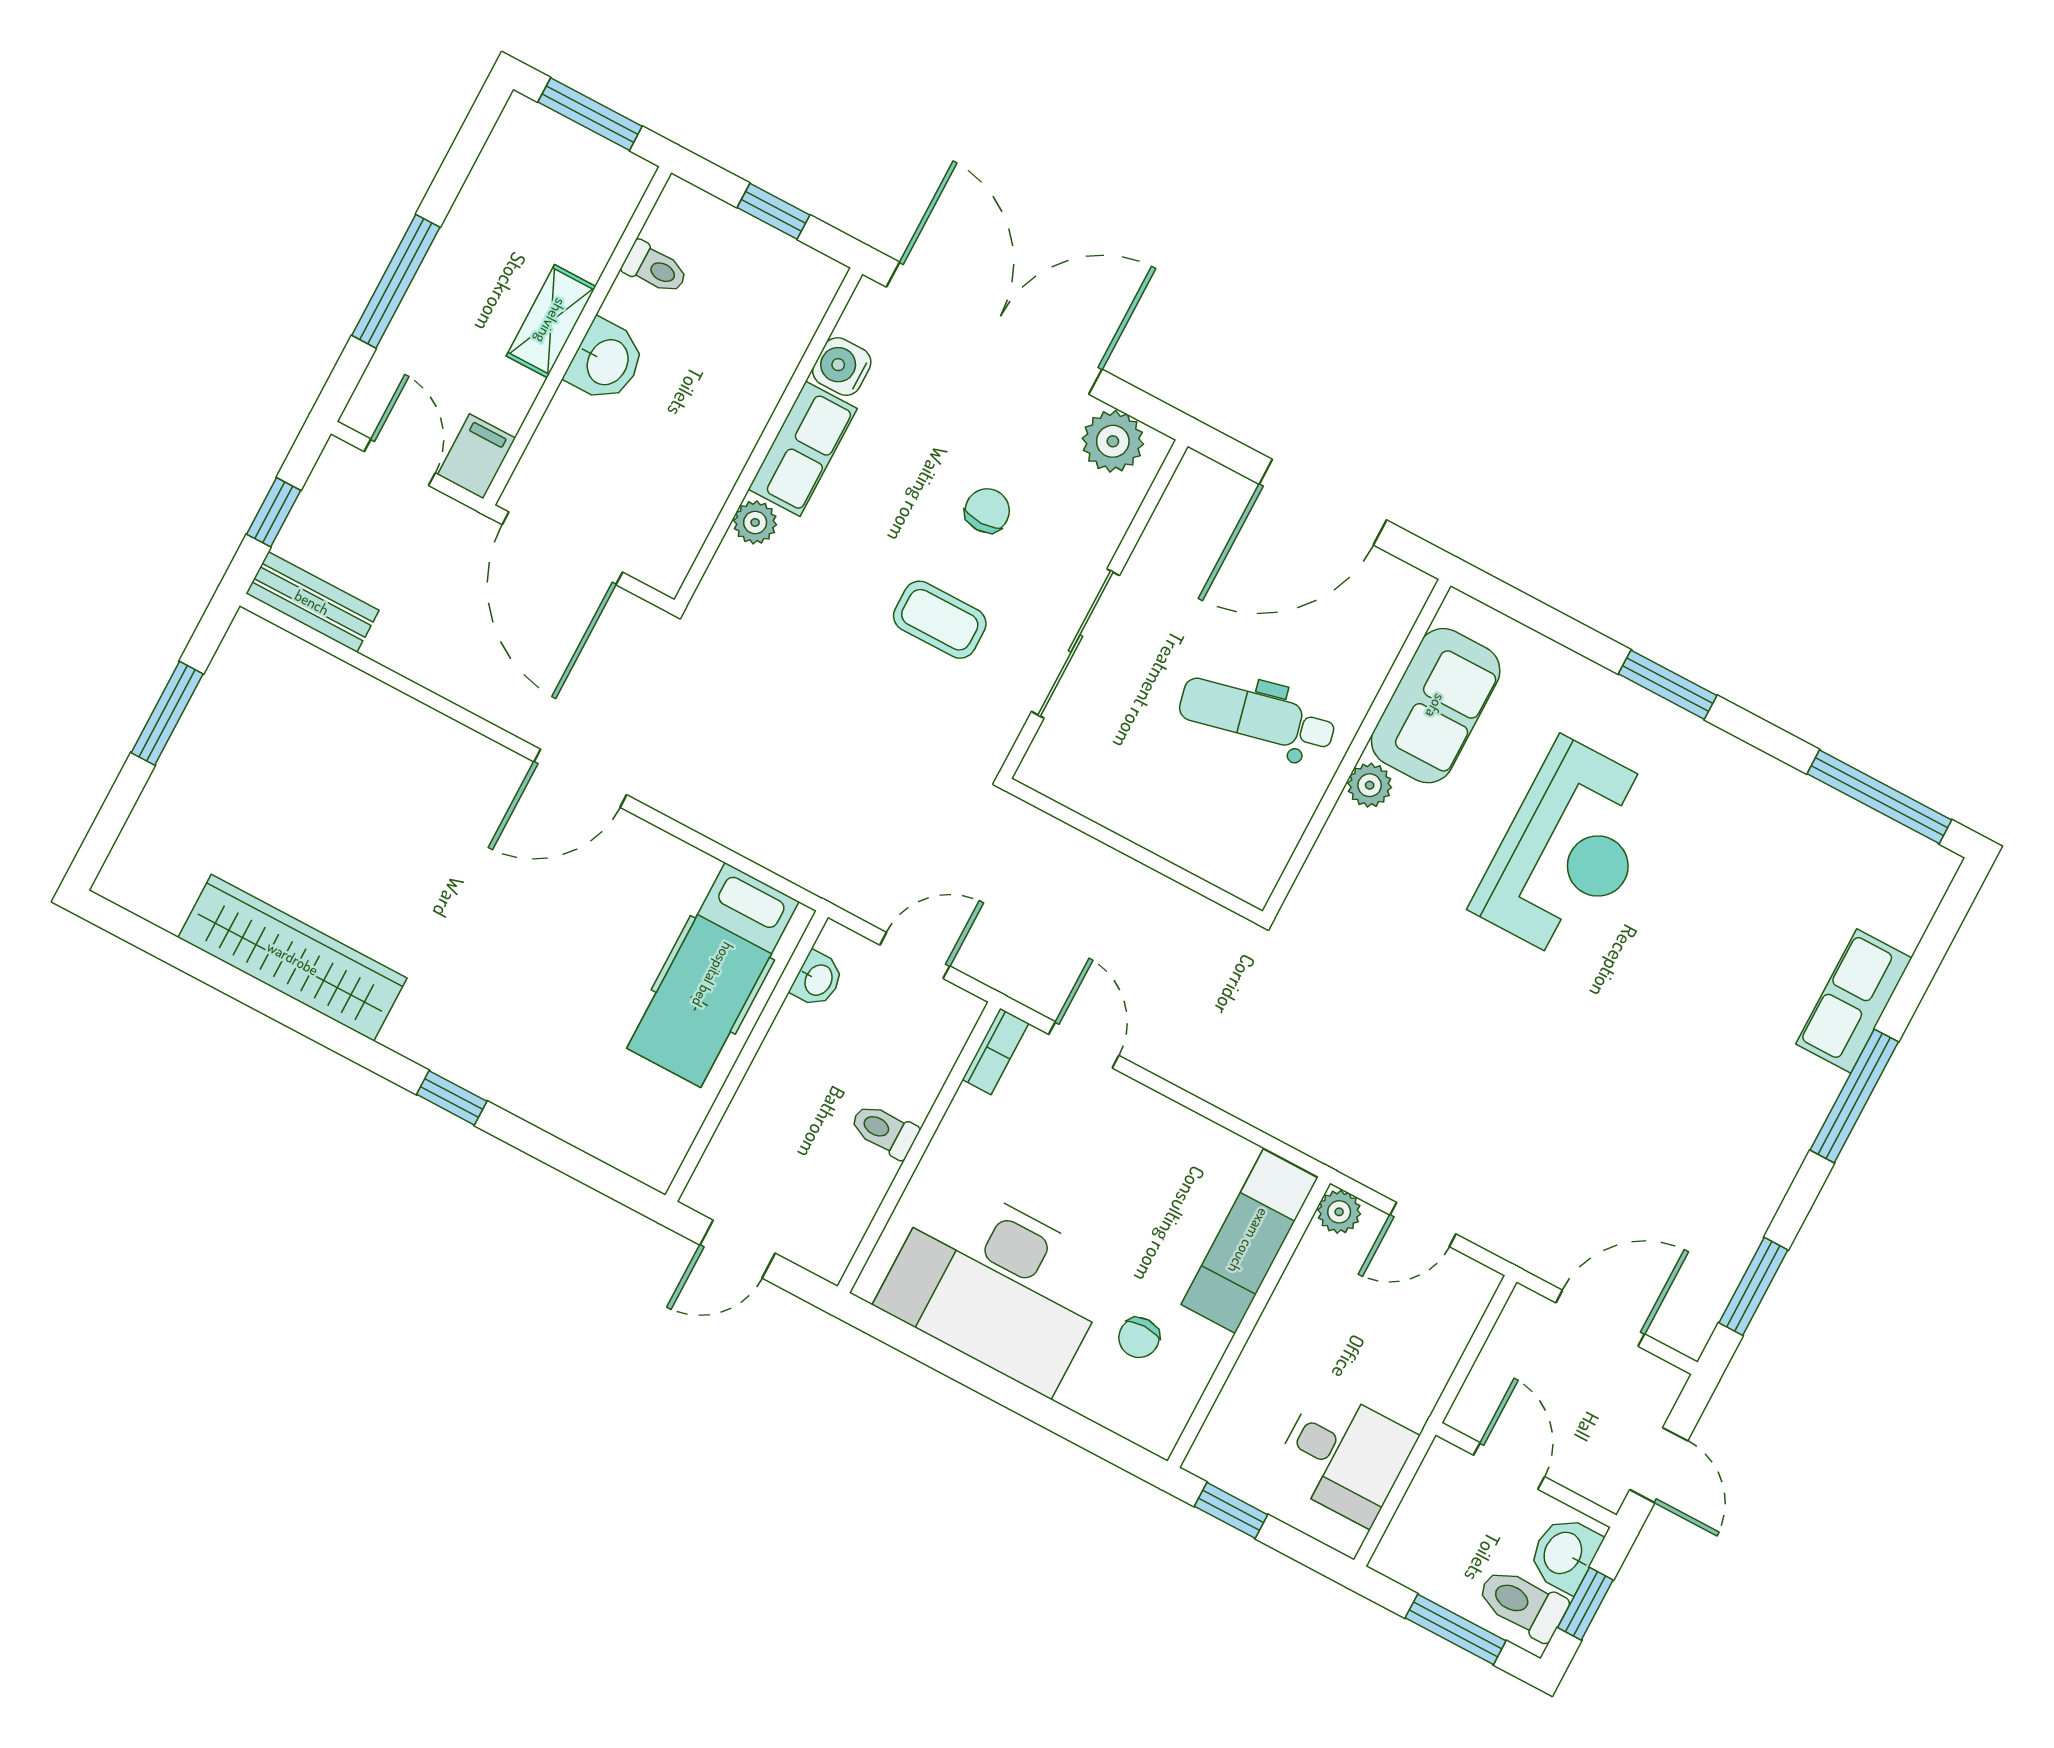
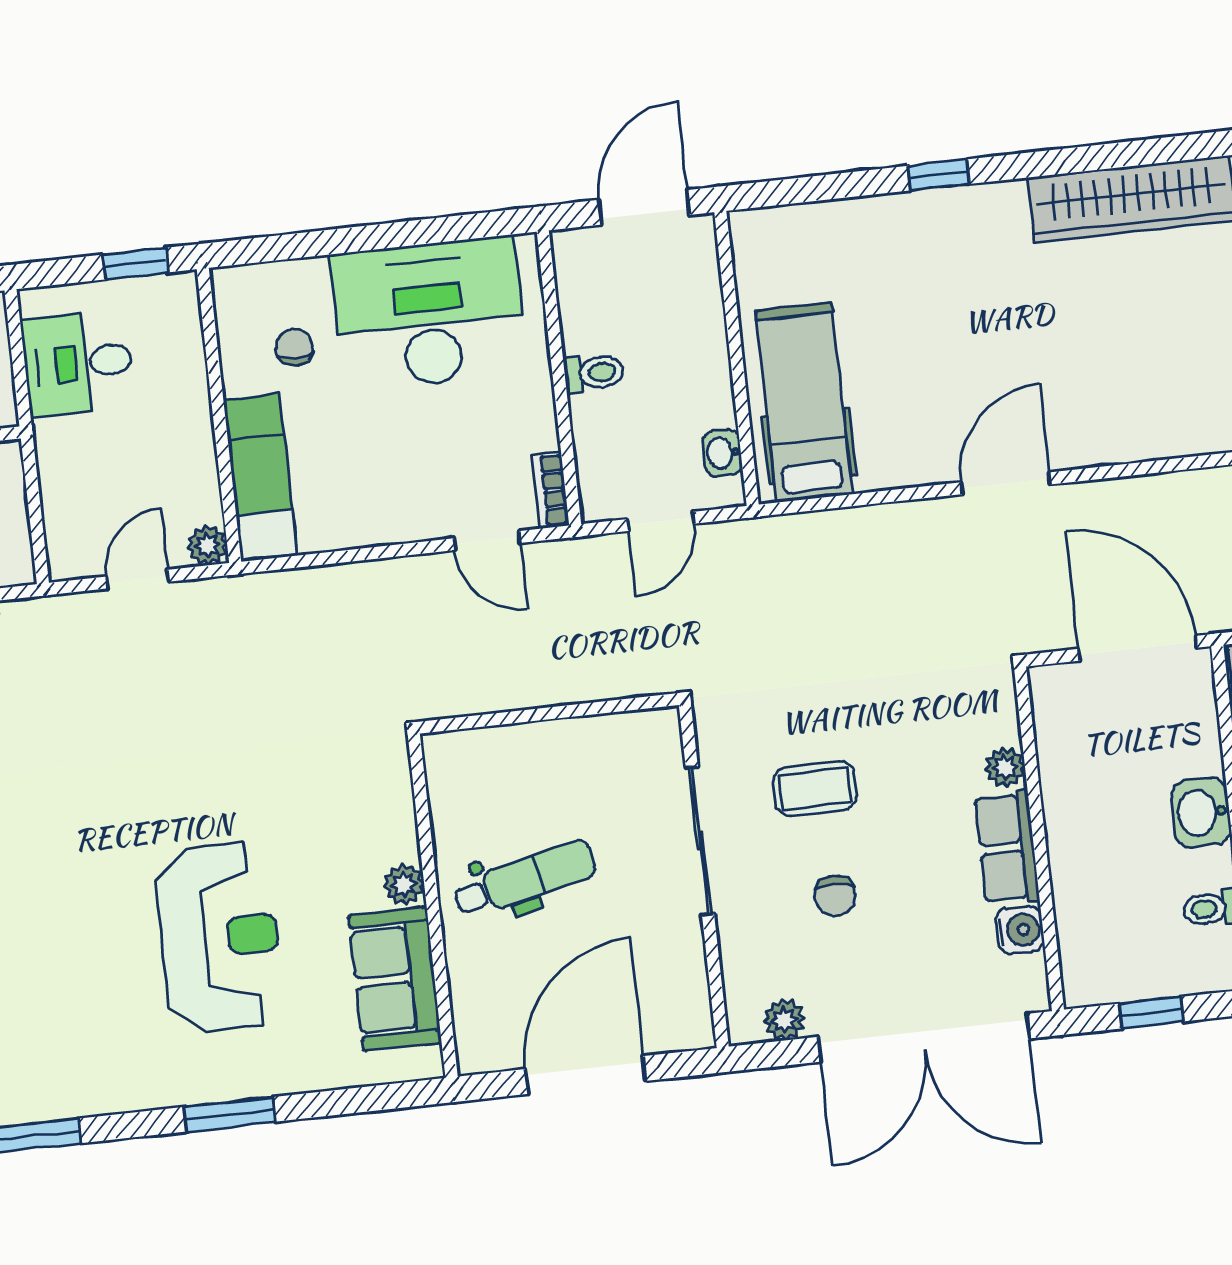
plant: (1113, 441) -> (784, 1020), width x0.73, depth x0.73
reception desk: (1569, 851) -> (219, 938), turned 180
door: (738, 1249) -> (644, 207), width x1.38

